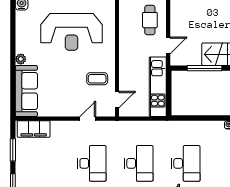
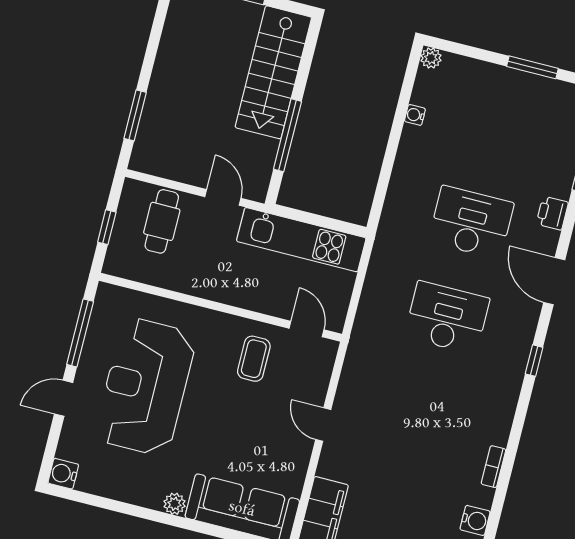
cafe table: (150, 20) -> (162, 221), turned 90
reception desk: (72, 32) -> (146, 387), turned 180
door: (88, 119) -> (323, 425), moved
desk: (92, 163) -> (423, 413), removed

